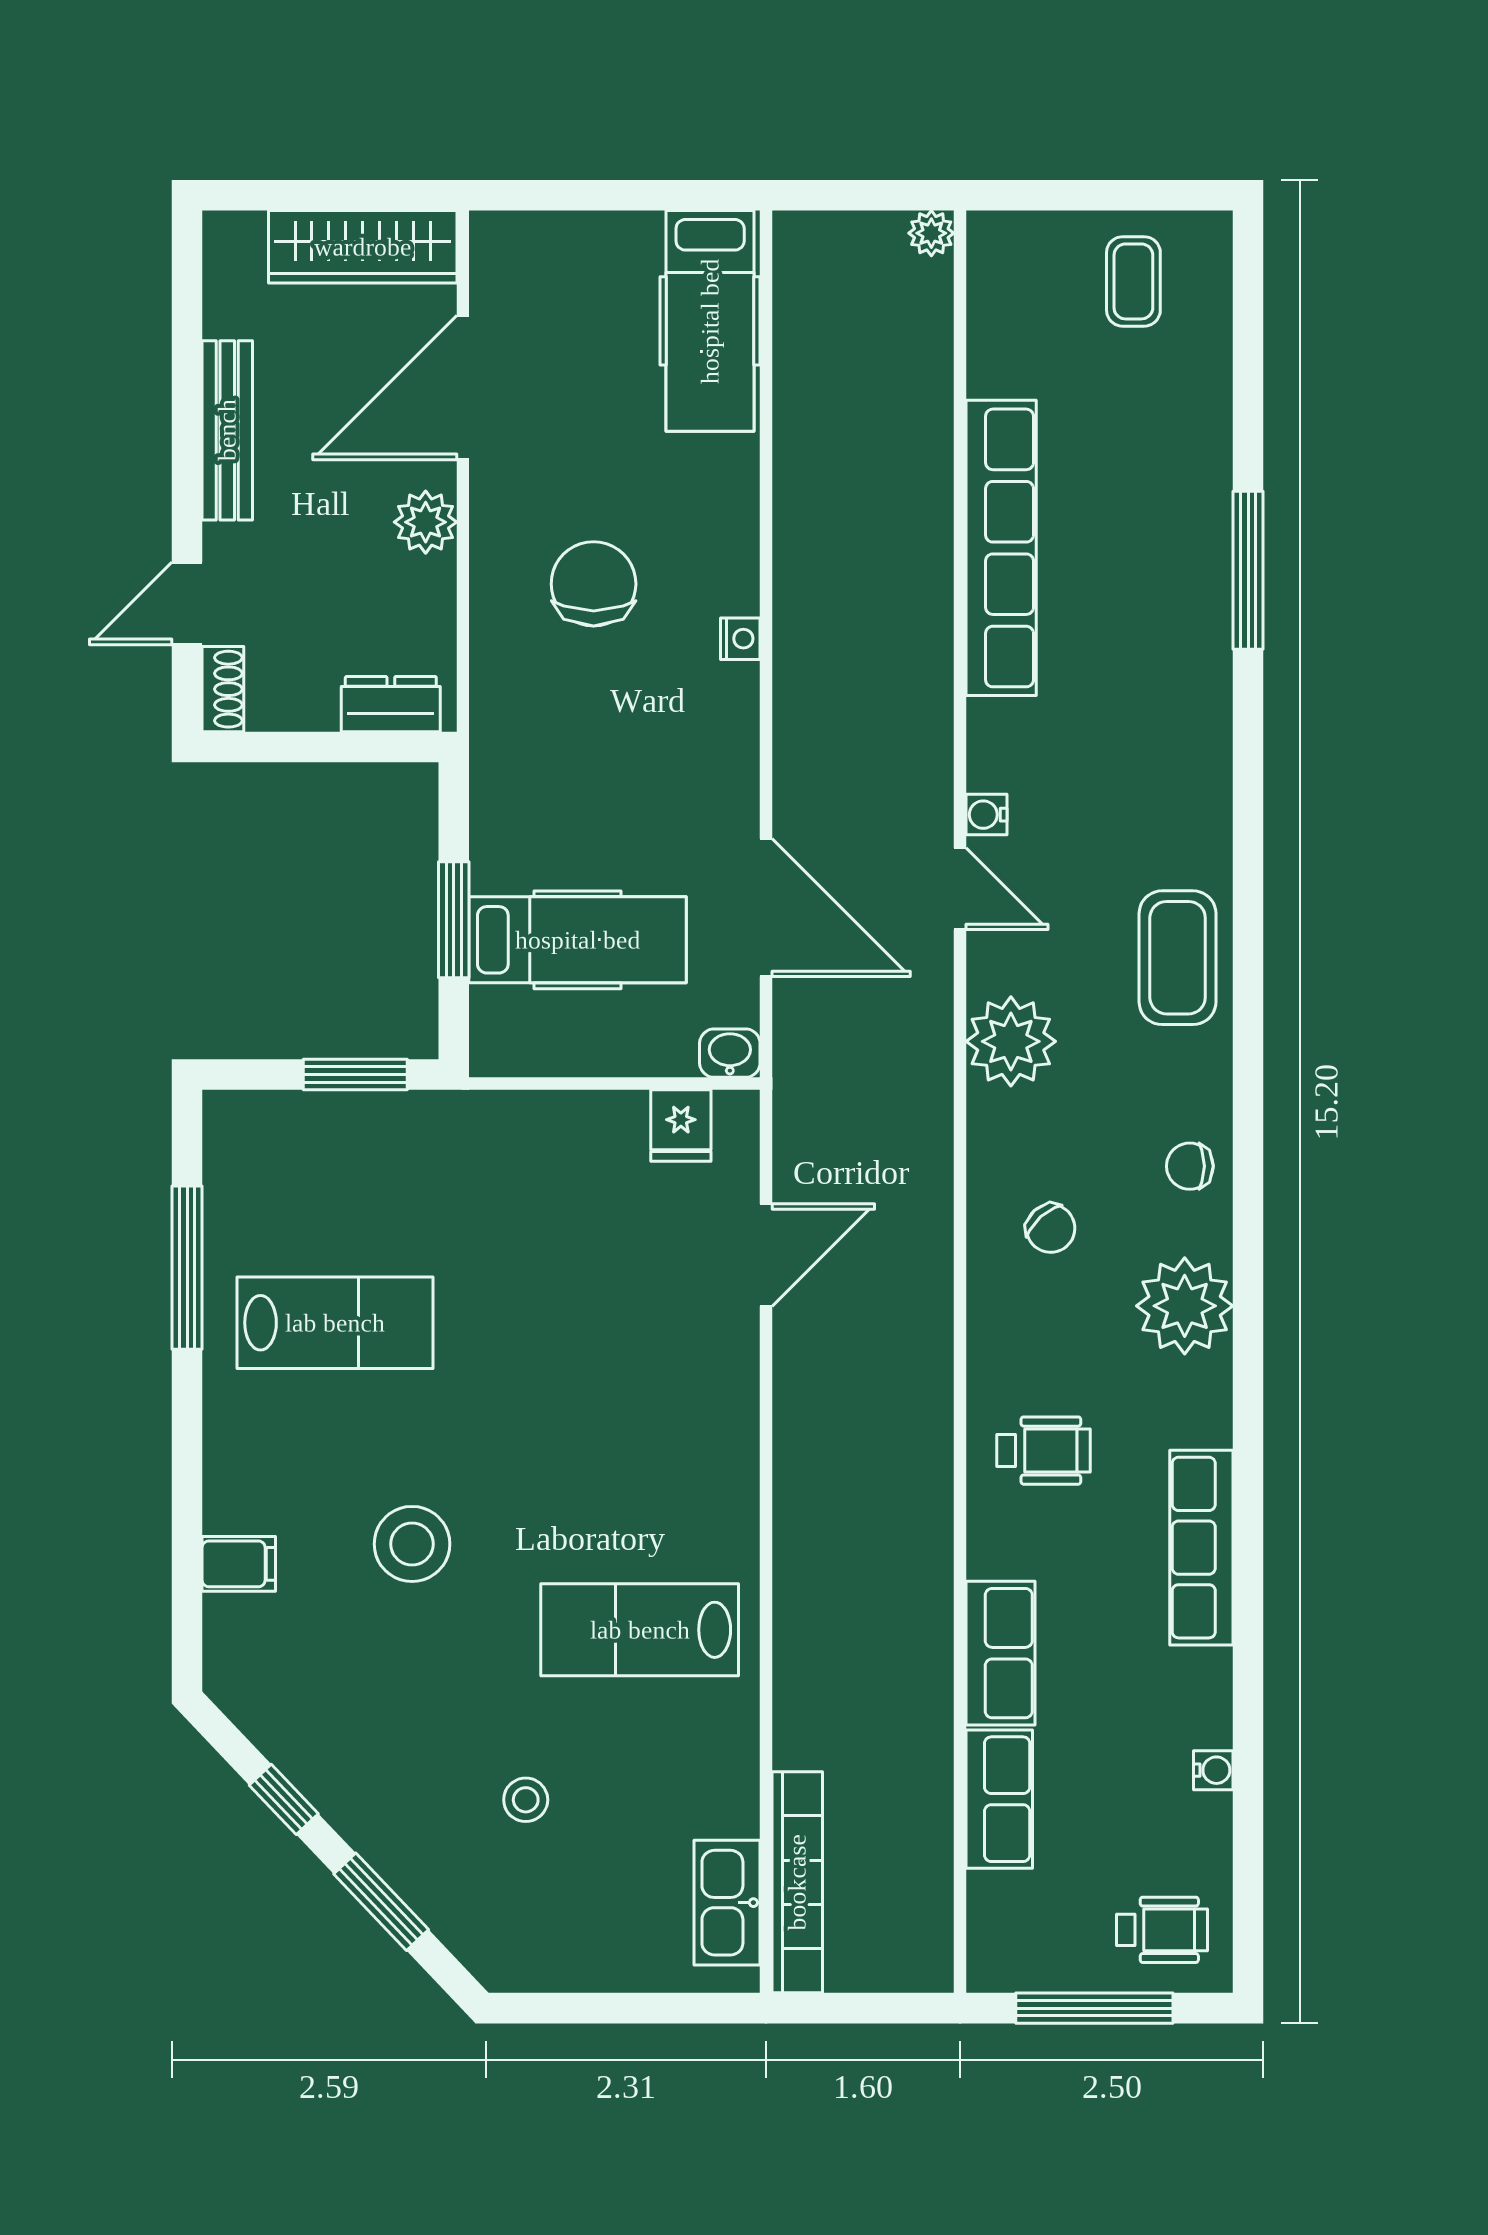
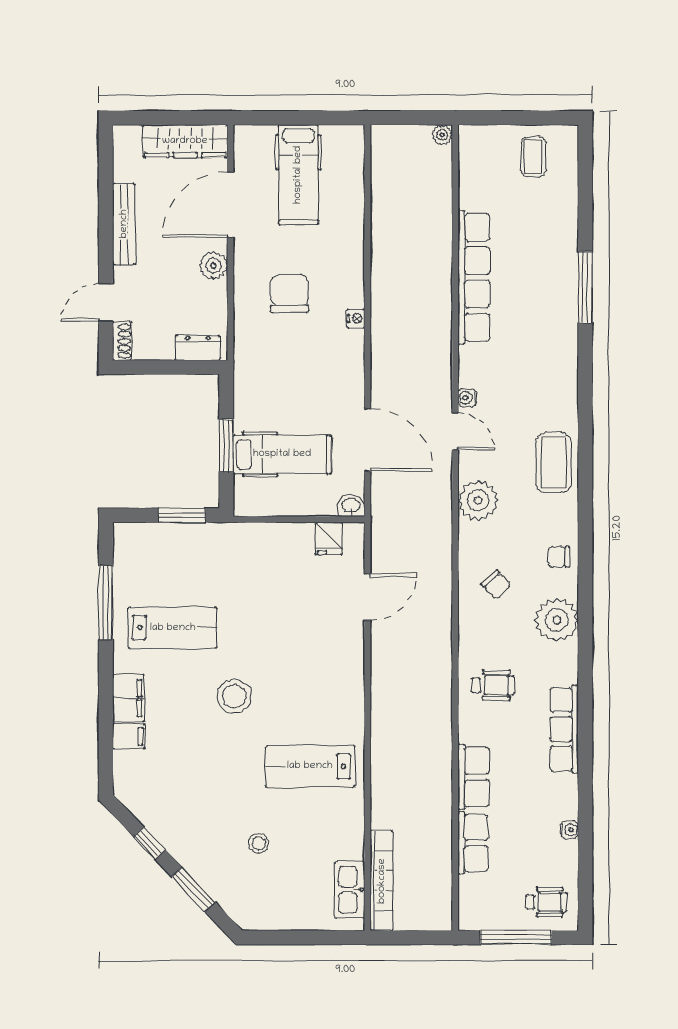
hospital bed: (710, 321) -> (298, 175), moved
filing cabinet: (237, 1479) -> (128, 698), added
stool: (412, 1544) -> (234, 696), moved

